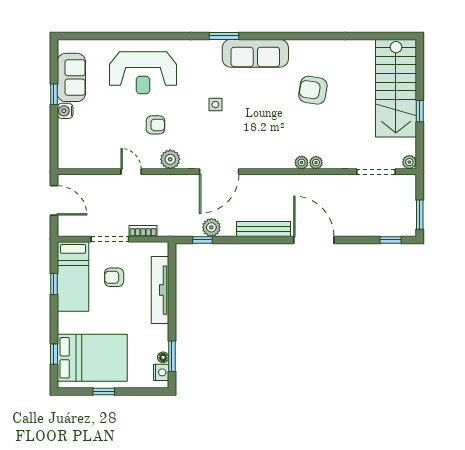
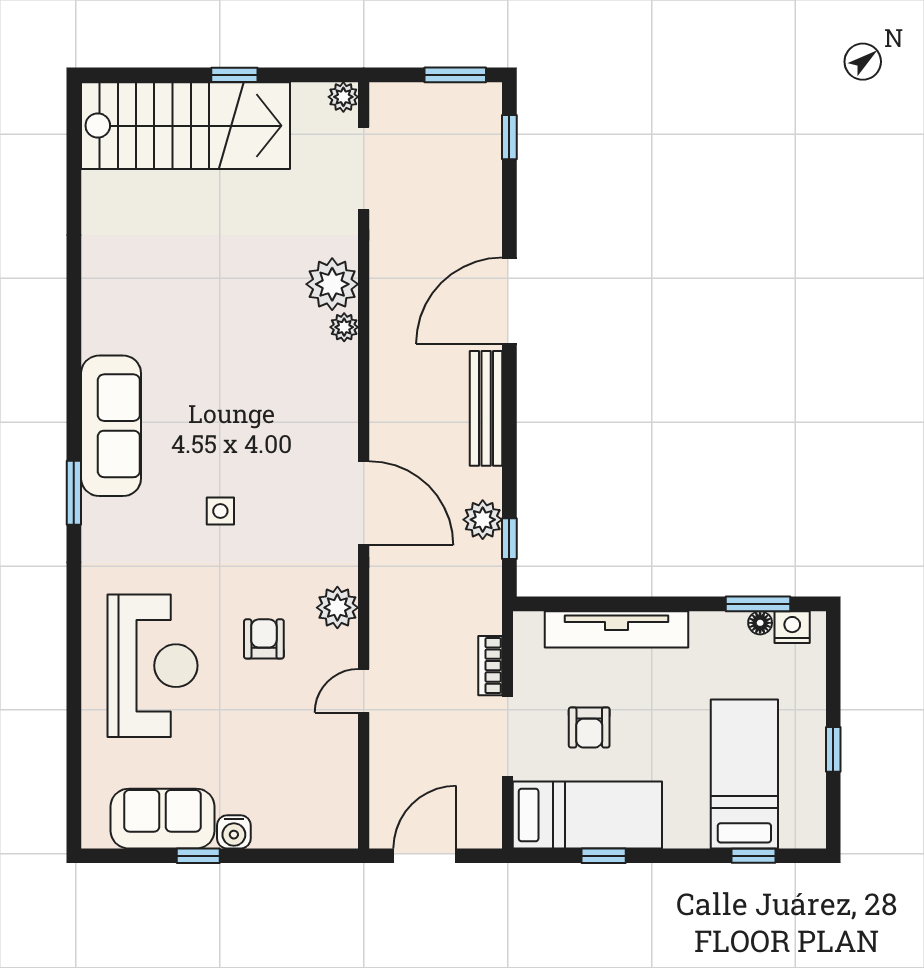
armchair: (313, 90) -> (190, 303), removed
plant: (316, 163) -> (332, 284), width x1.88, depth x1.88
bed: (92, 358) -> (744, 774), width x0.67

